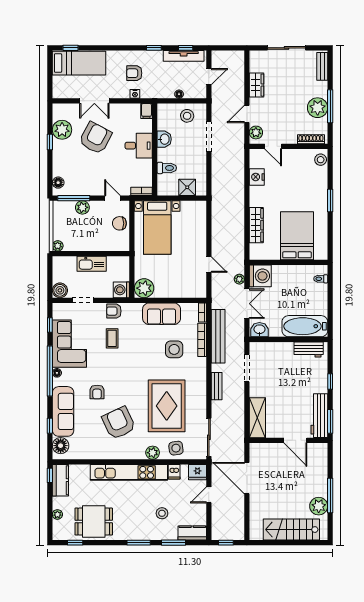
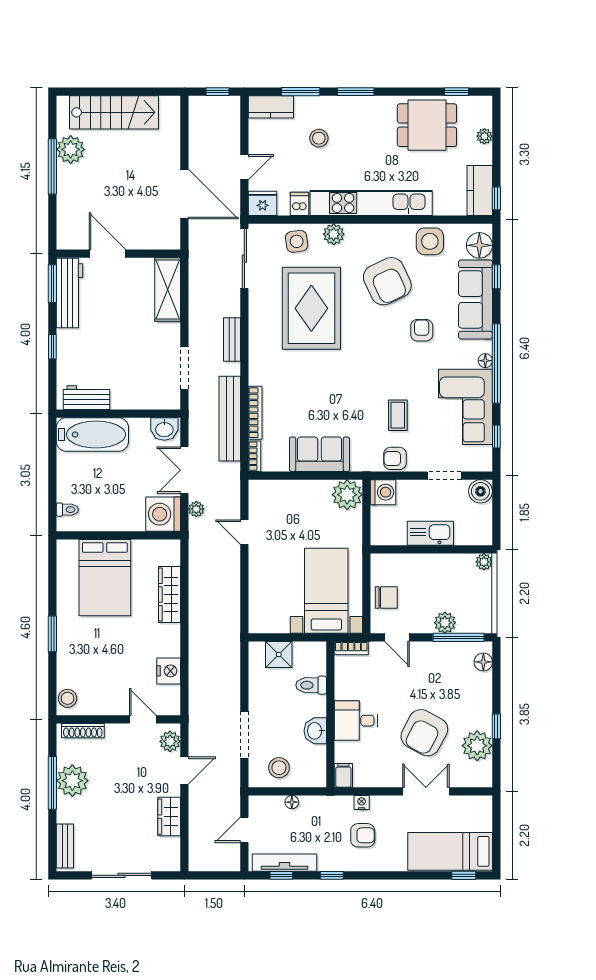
armchair: (114, 311) -> (395, 458), turned 180
side table: (174, 349) -> (430, 241), moved

